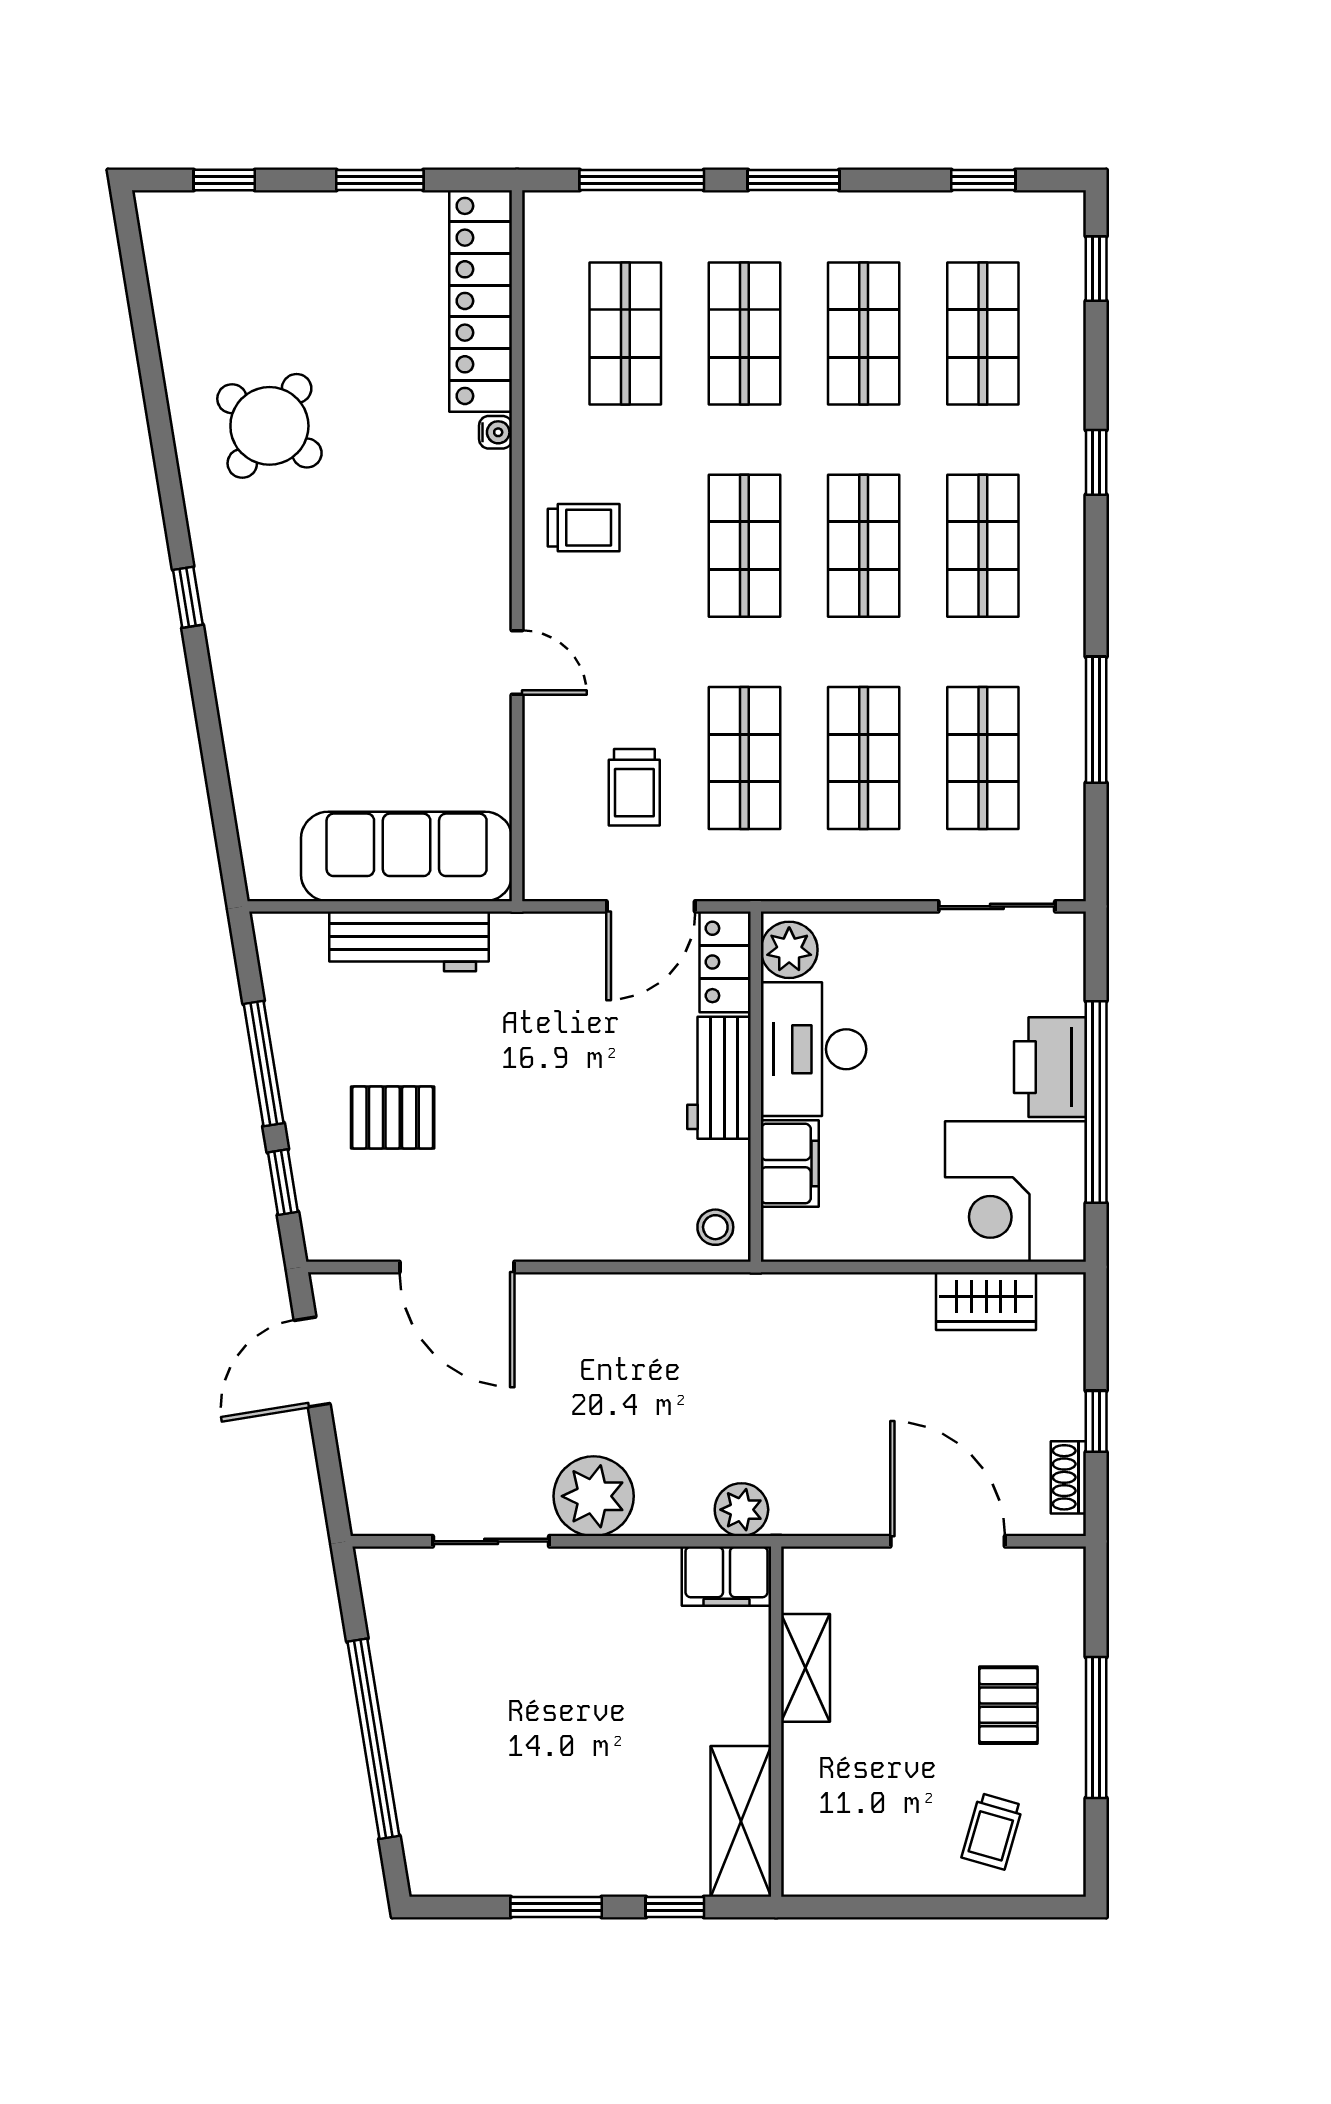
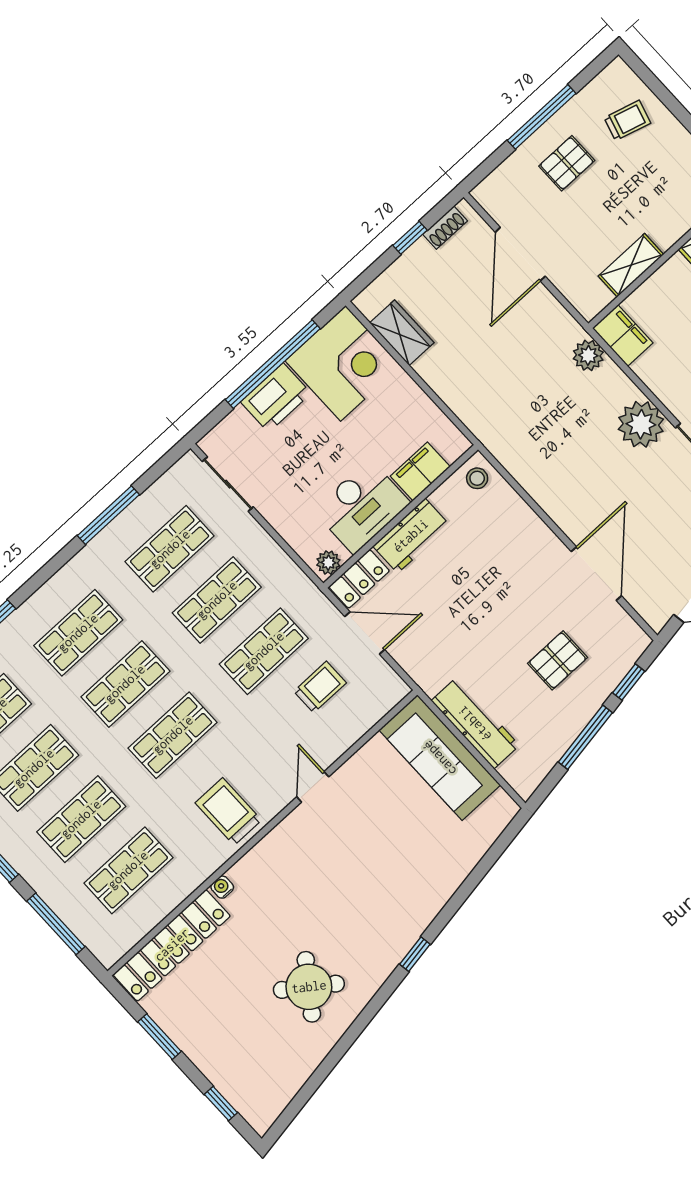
trolley: (584, 528) -> (228, 811), width x1.36, depth x1.39
plant: (789, 950) -> (328, 563), width x0.73, depth x0.73
pallet: (393, 1118) -> (558, 660), turned 90

